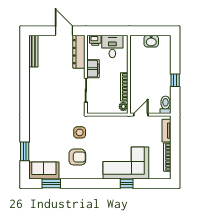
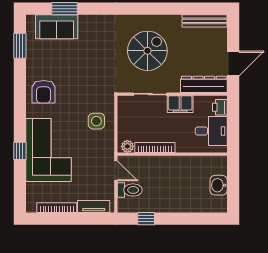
window: (175, 80) -> (146, 219), moved
spiral stairs: (55, 92) -> (147, 51), added
toilet: (166, 105) -> (130, 190), moved
side table: (80, 132) -> (96, 121), moved
armchair: (77, 157) -> (44, 92), moved
sofa: (44, 170) -> (57, 27), moved, turned 90

